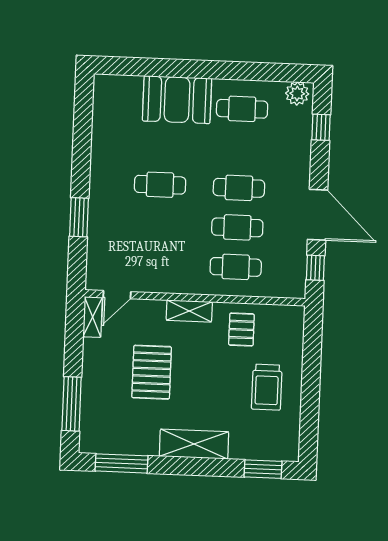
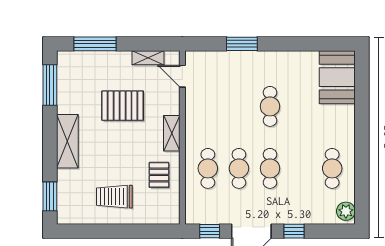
booth: (177, 100) -> (337, 77), moved
window: (321, 127) -> (294, 231), moved
shelving: (93, 317) -> (148, 58), moved
pallet: (241, 329) -> (159, 175), turned 90

